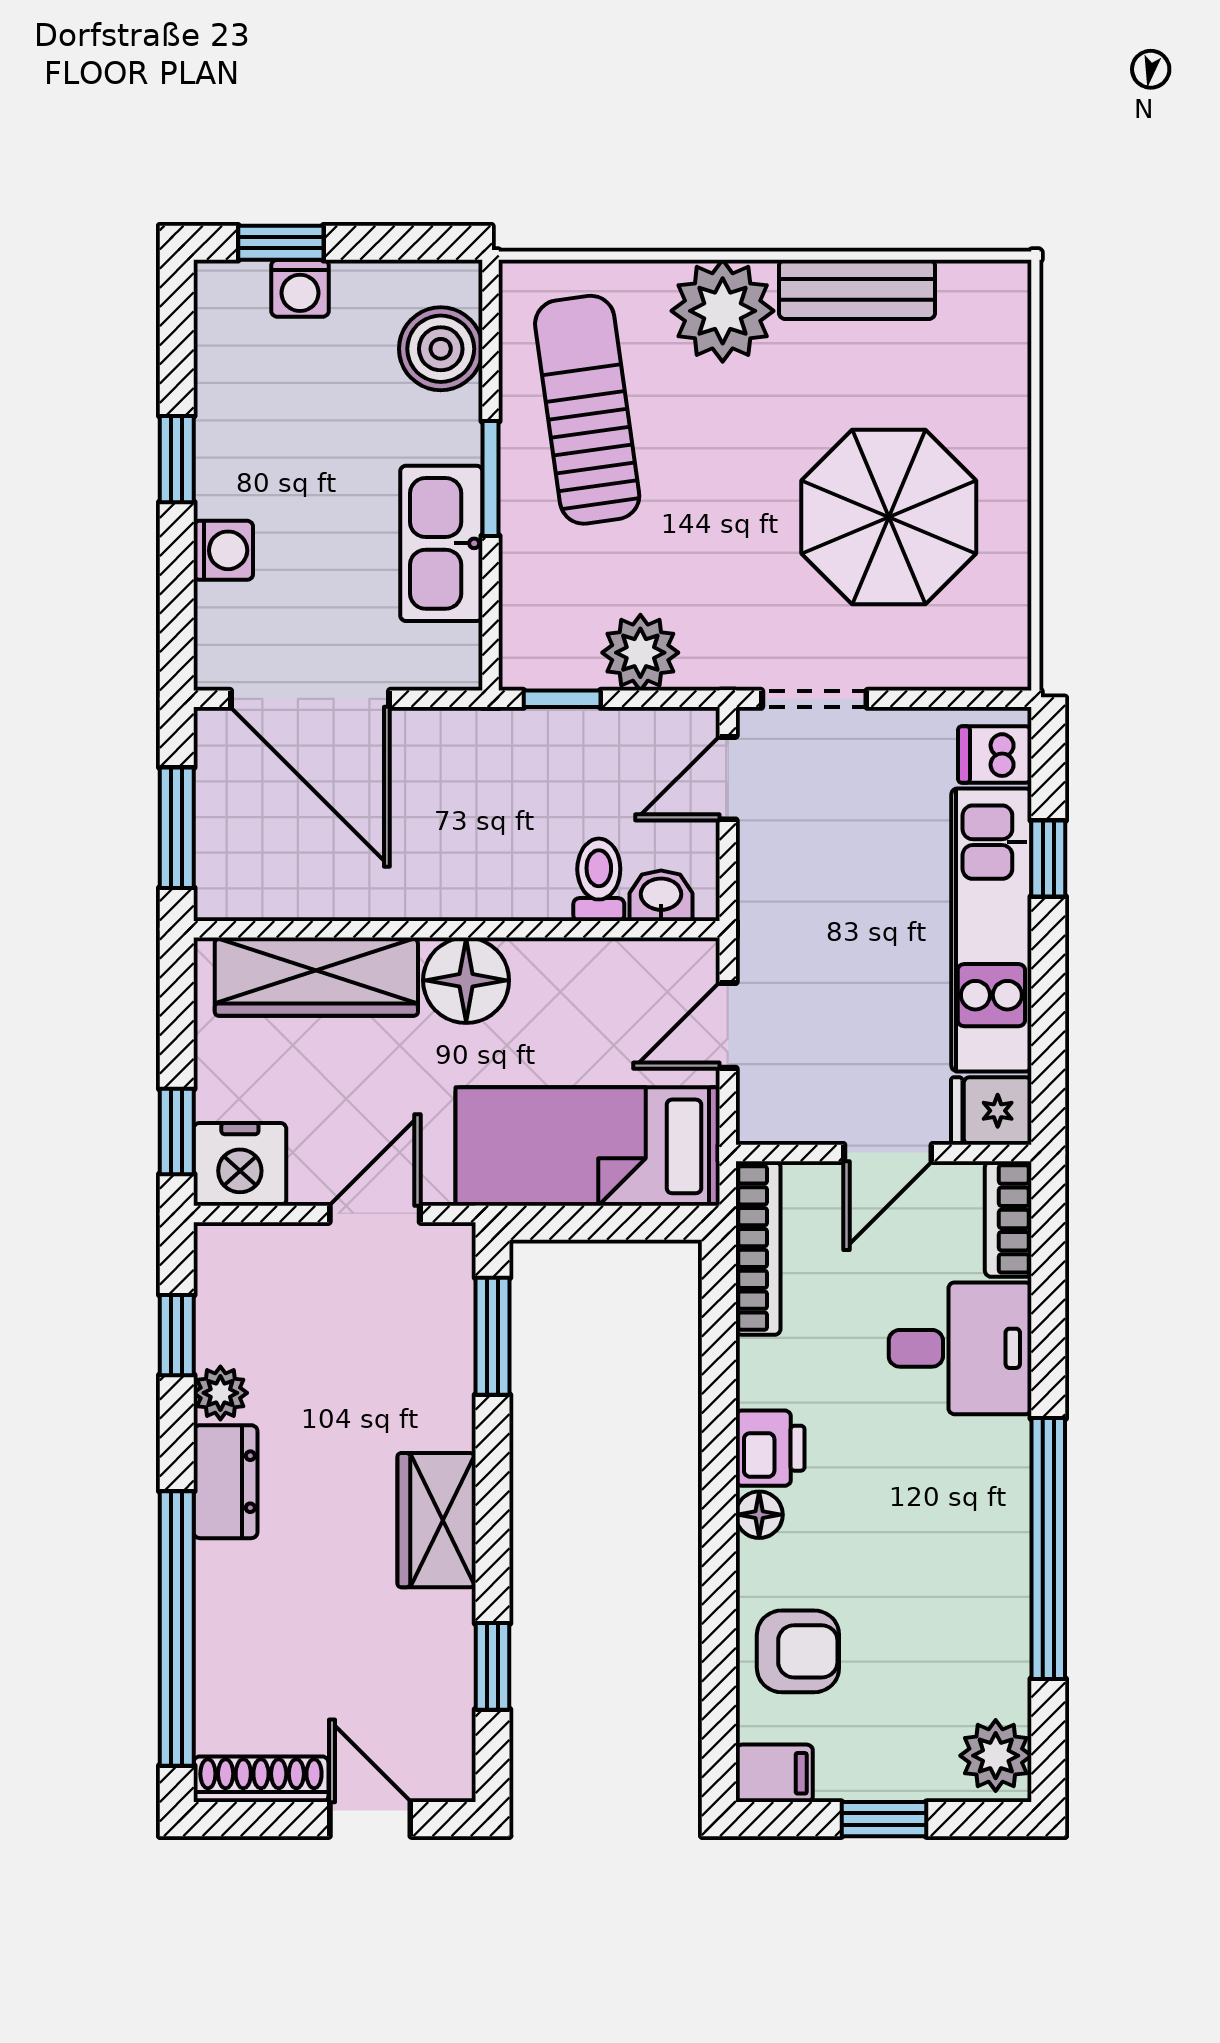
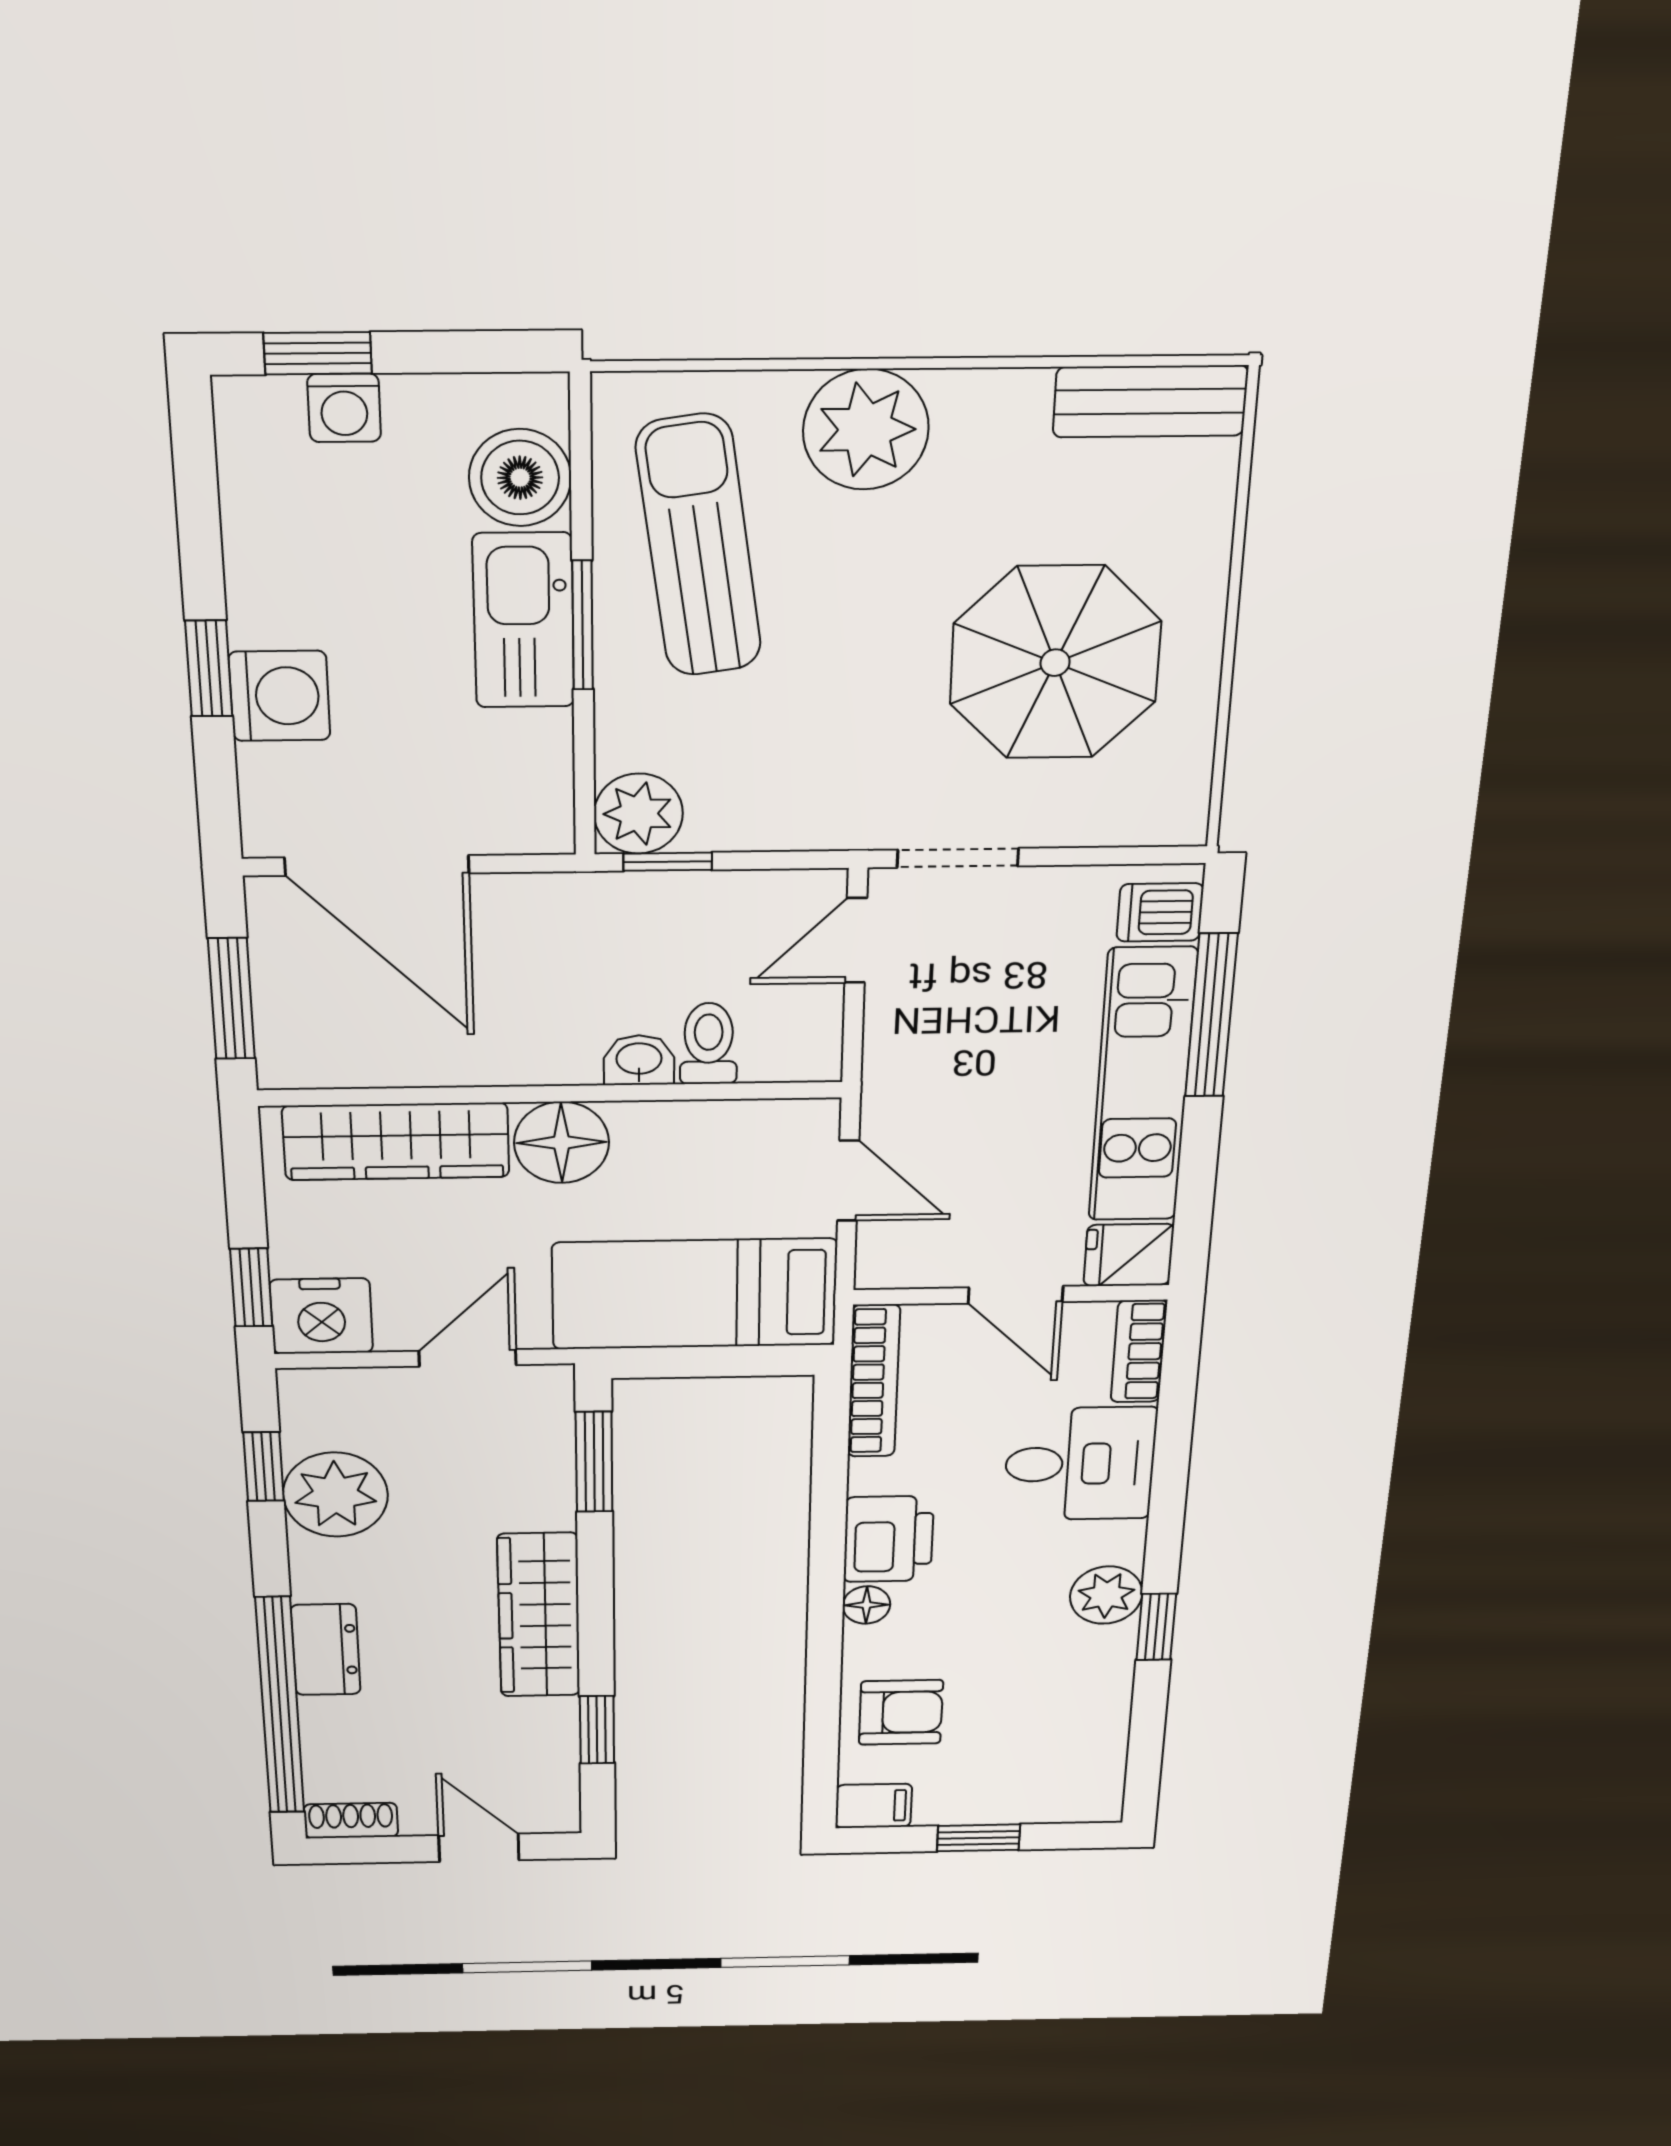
bench: (857, 289) -> (1150, 401), moved
window: (177, 459) -> (209, 668), moved
kitchen sink: (441, 543) -> (524, 621), moved
washing machine: (223, 550) -> (280, 696), width x1.38, depth x1.38
plant: (640, 653) -> (638, 814), moved
window: (1048, 859) -> (1211, 1016), width x2.17
washbasin: (661, 896) -> (639, 1060), moved
door: (728, 1025) -> (848, 1181), swing flipped
door: (888, 1153) -> (1016, 1295), hinge flipped
plant: (220, 1393) -> (335, 1495), width x1.88, depth x1.88
printer: (770, 1448) -> (889, 1539), width x1.36, depth x1.24
dresser: (225, 1482) -> (326, 1650), moved
wardrobe: (437, 1520) -> (539, 1615), width x1.50
window: (1048, 1549) -> (1156, 1627), width x0.32
plant: (996, 1756) -> (1106, 1595), moved
shoe rack: (261, 1779) -> (351, 1821), width x0.70

